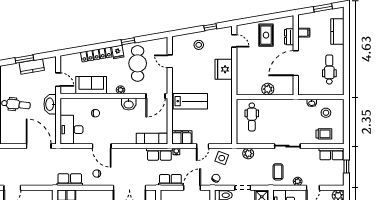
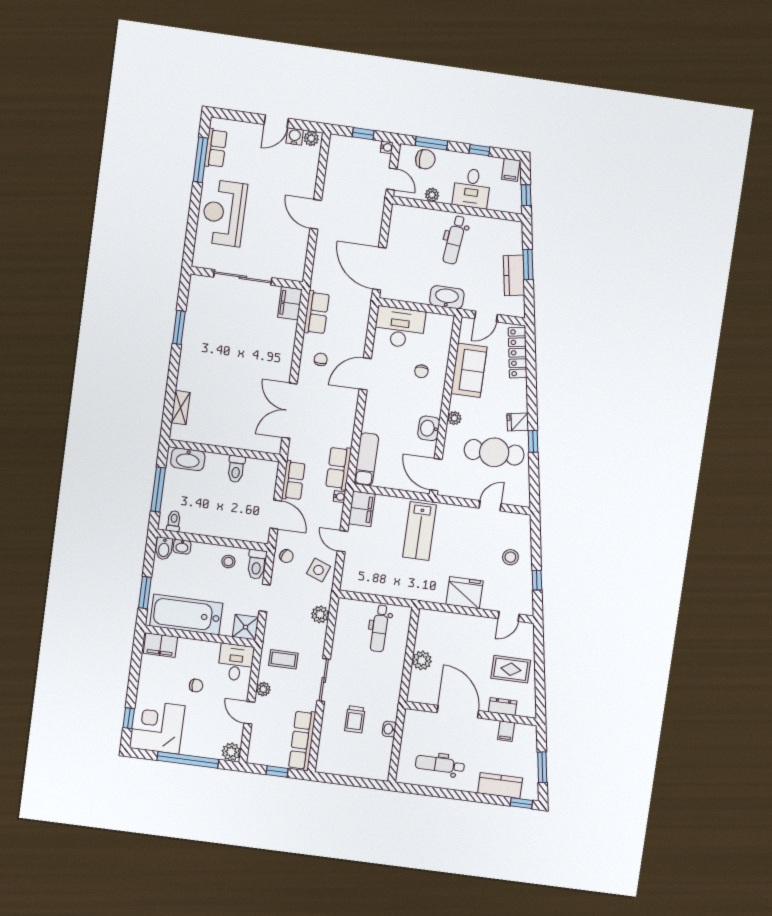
window: (346, 17) -> (521, 803), added
locker: (96, 55) -> (518, 353), moved
dental chair: (329, 70) -> (440, 765), turned 180
stool: (326, 113) -> (370, 750), removed
dental chair: (252, 117) -> (380, 628), turned -90
trolley: (324, 134) -> (355, 719), moved
door: (39, 146) -> (380, 269), swing flipped
row of seats: (331, 154) -> (302, 740), width x1.48

